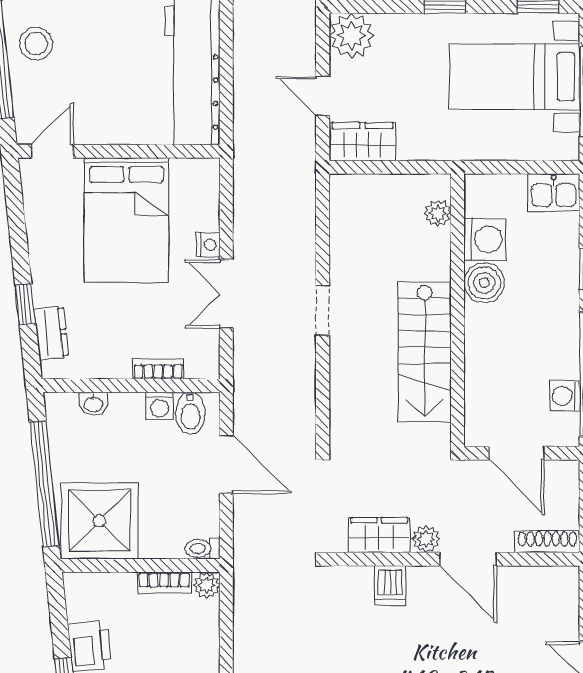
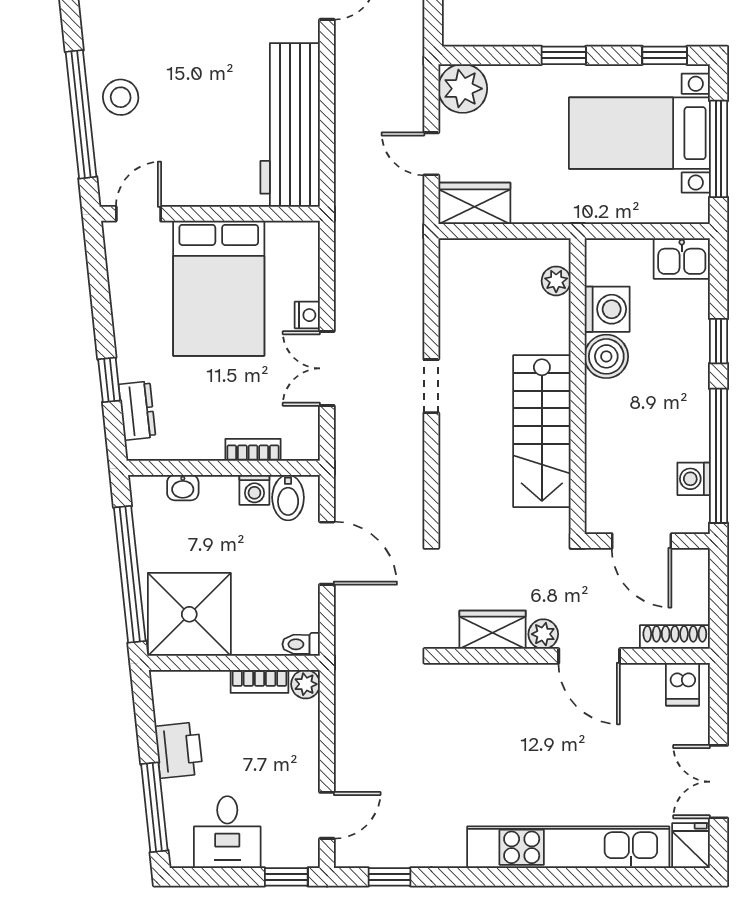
dishwasher: (390, 585) -> (683, 684), moved

